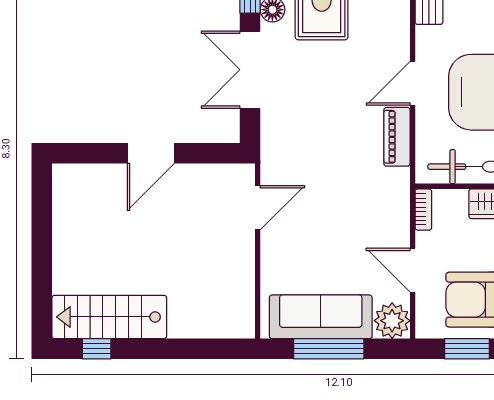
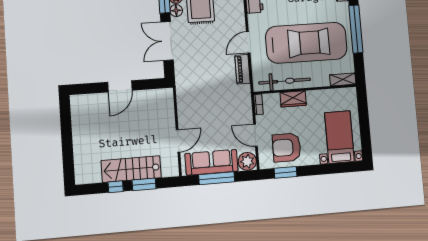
door: (258, 208) -> (178, 141), moved
stairs: (109, 317) -> (131, 169), moved
window: (97, 349) -> (116, 187), moved
window: (185, 349) -> (144, 184), added

